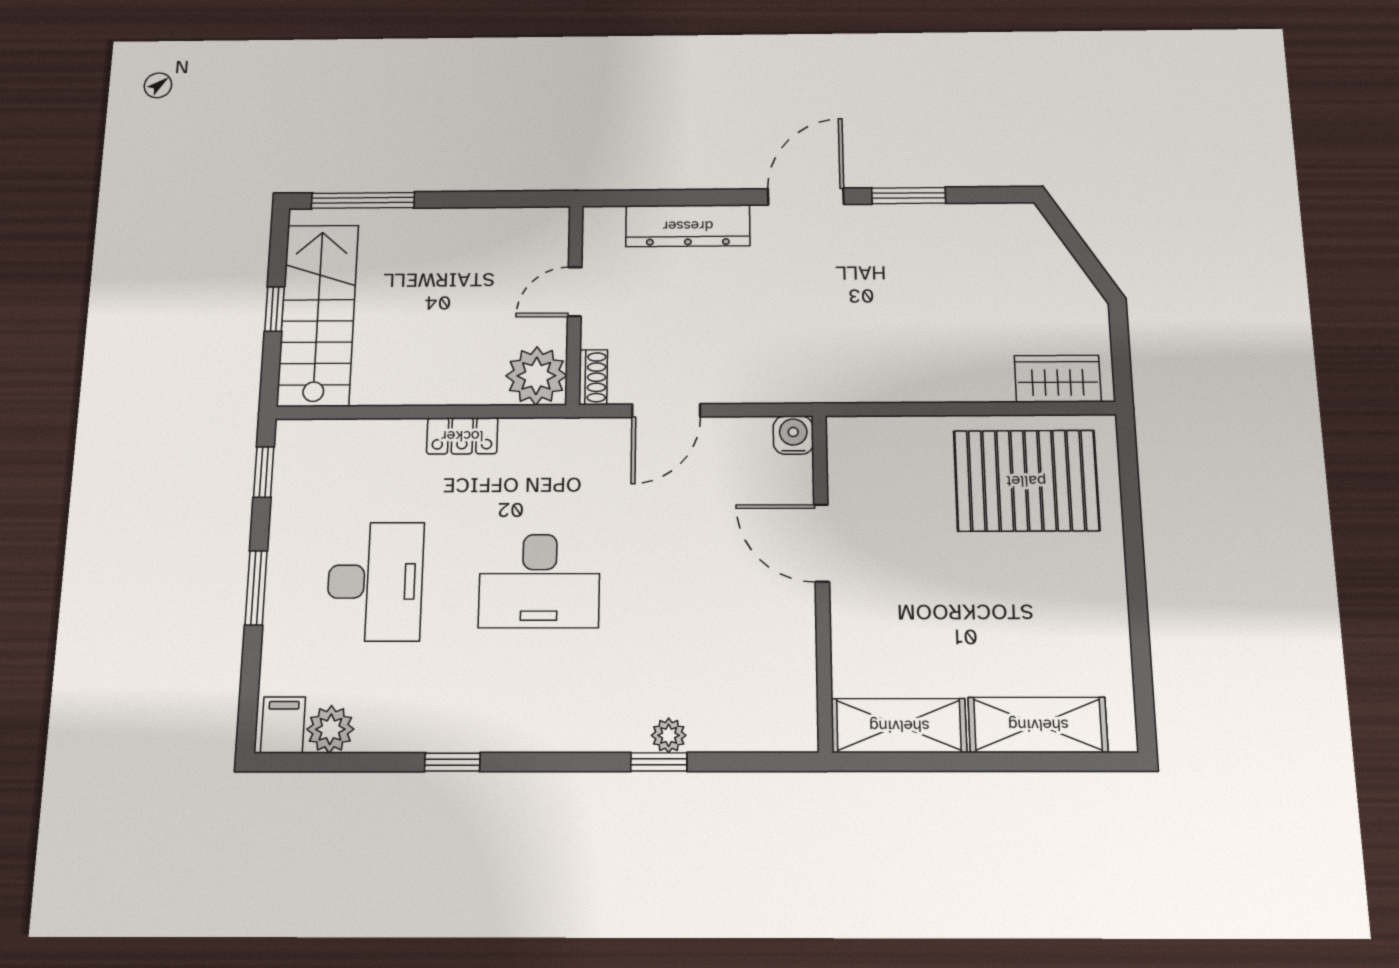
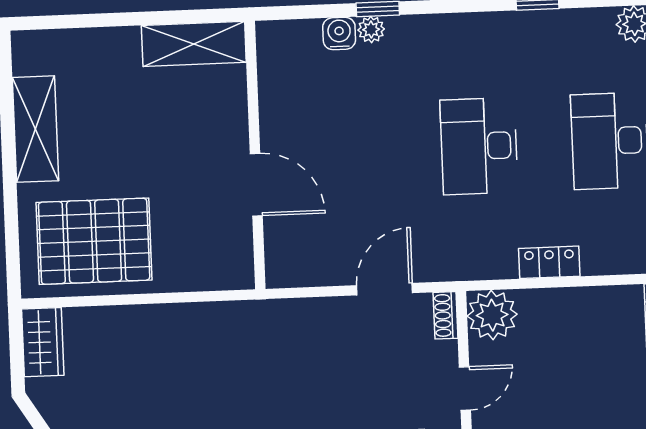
wardrobe: (1058, 379) -> (43, 342), moved, turned -90
water cooler: (793, 435) -> (339, 33), moved, turned 180
desk: (539, 581) -> (479, 146), turned -90
shelving: (1038, 725) -> (35, 129), moved, turned 90

